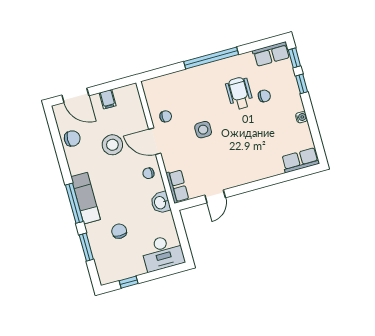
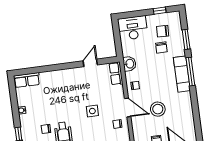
chair: (72, 138) -> (163, 31), moved

